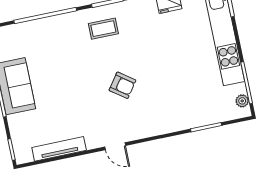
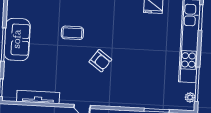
coffee table: (103, 29) -> (72, 33), moved

